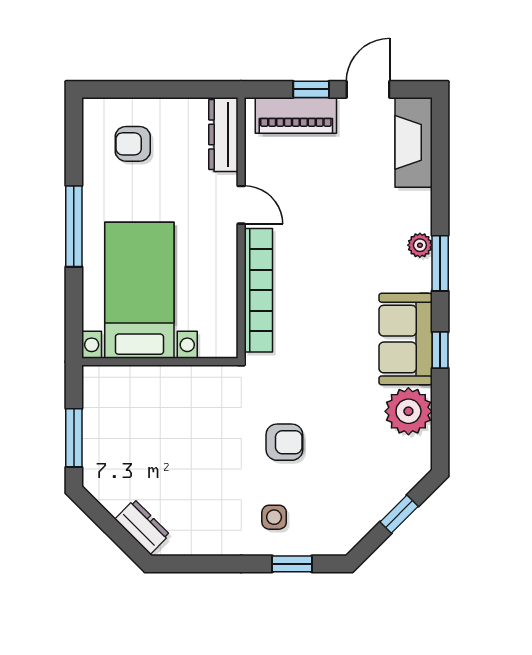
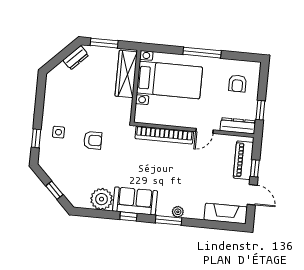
window: (185, 89) -> (260, 110), added
armchair: (133, 144) -> (237, 83), turned 180
wardrobe: (135, 384) -> (126, 74), added
armchair: (284, 442) -> (93, 140), turned -90
dresser: (142, 527) -> (76, 58), moved

